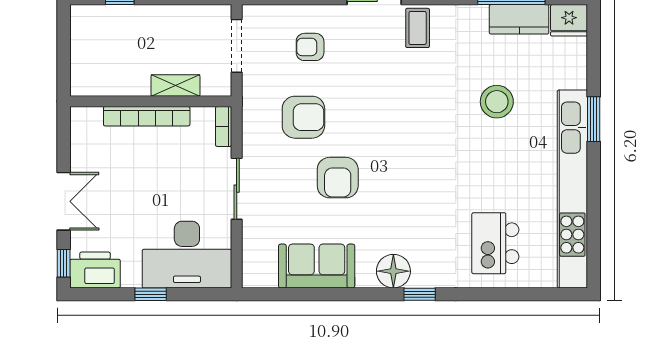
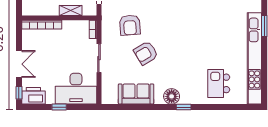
stool: (497, 102) -> (219, 18), removed
bookcase: (147, 116) -> (42, 25), moved
armchair: (303, 117) -> (130, 25), turned 86
armchair: (338, 178) -> (146, 53), turned 59

